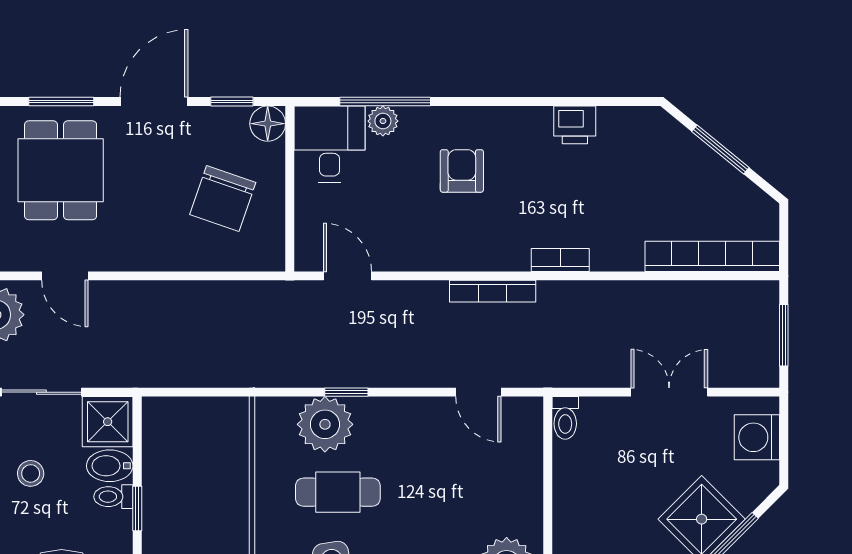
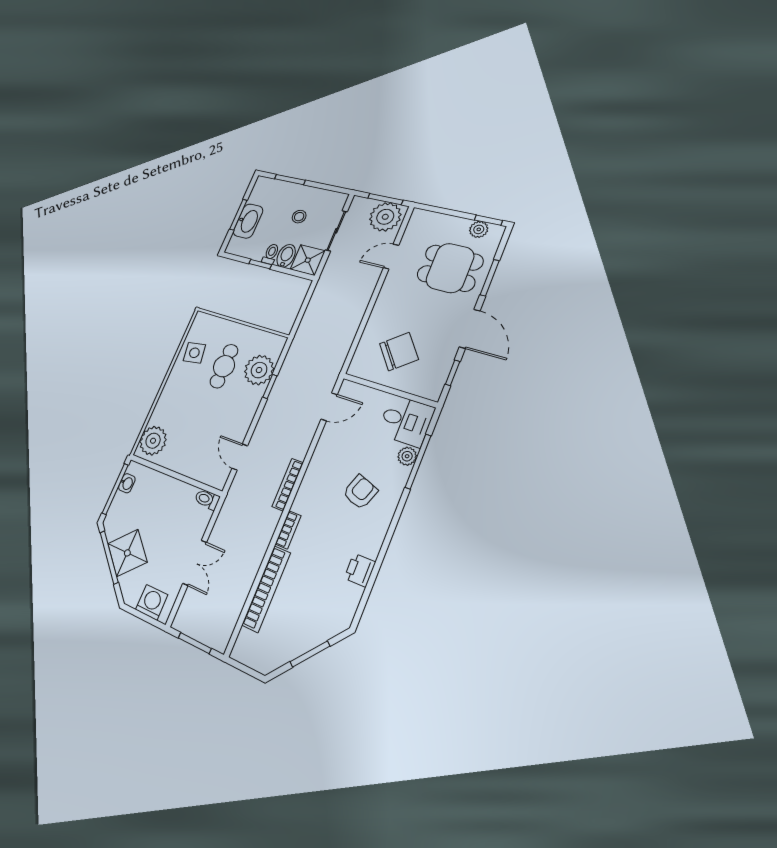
floor lamp: (268, 124) -> (432, 389), removed
armchair: (462, 171) -> (360, 492), turned -70
chair: (223, 198) -> (399, 352), turned 122
bookcase: (712, 256) -> (266, 589), moved
door: (478, 392) -> (240, 457), hinge flipped

